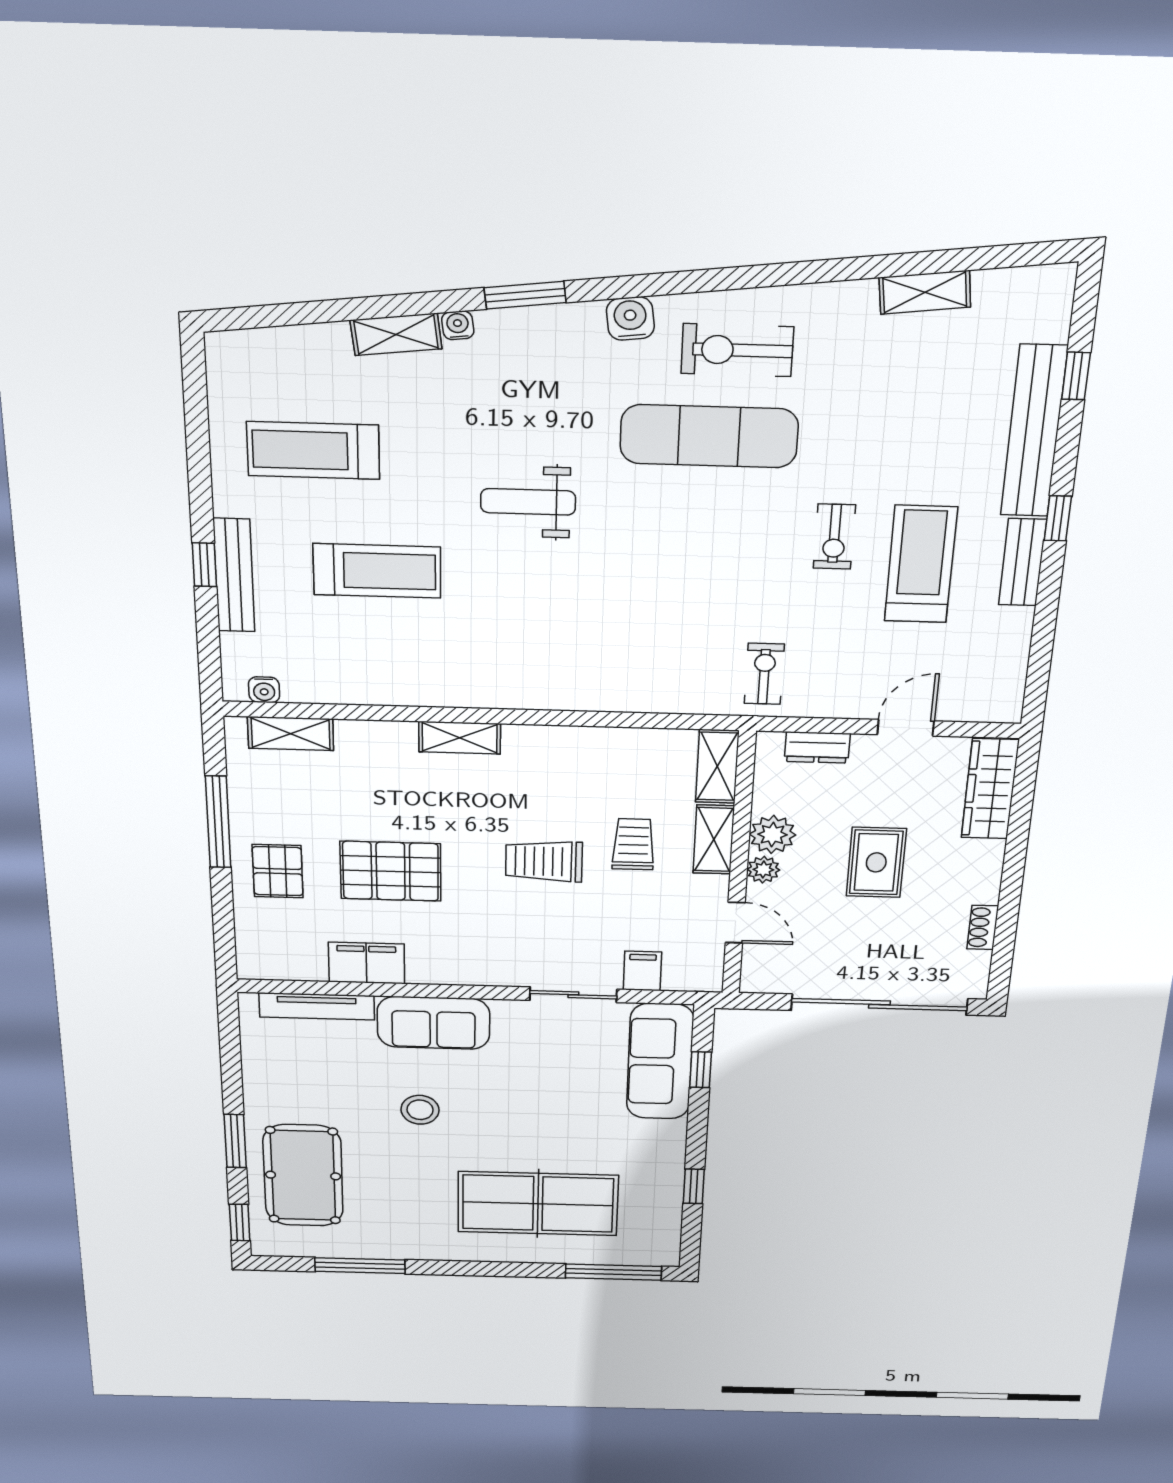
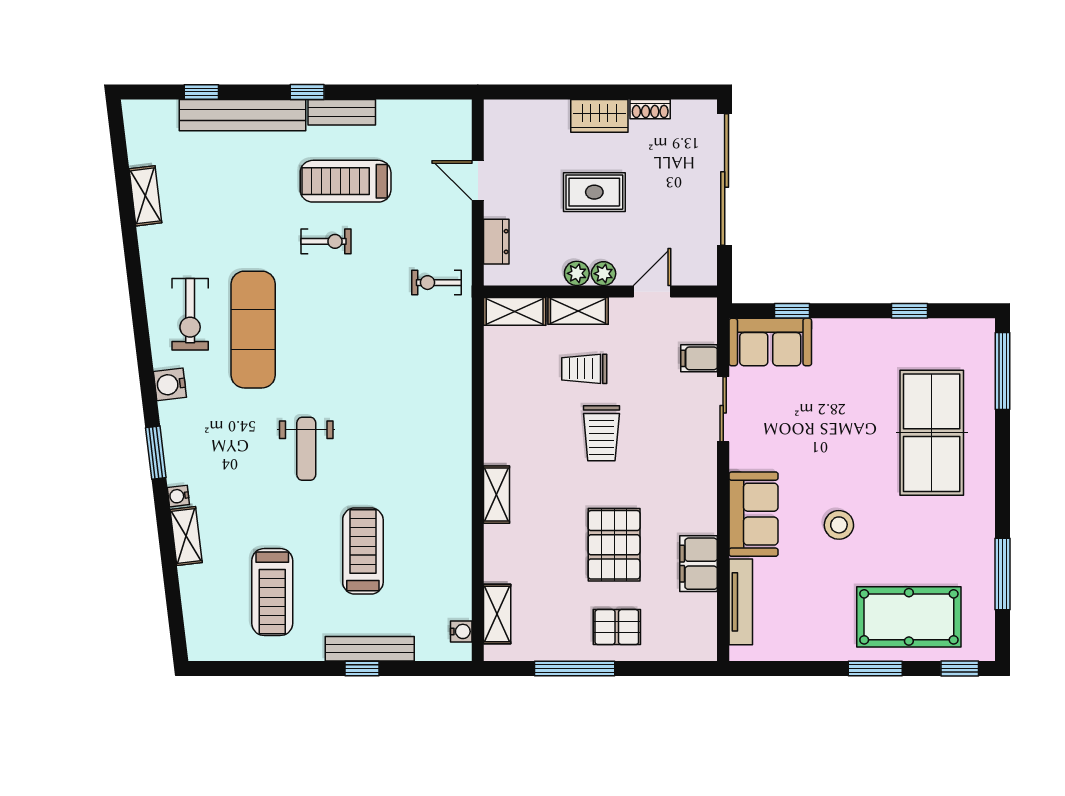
wardrobe: (990, 789) -> (599, 116), moved, width x0.67
plant: (772, 835) -> (577, 273), width x0.73, depth x0.73
sofa: (660, 1062) -> (770, 342), width x0.73

